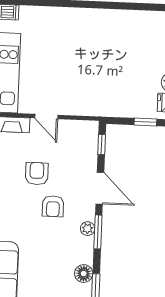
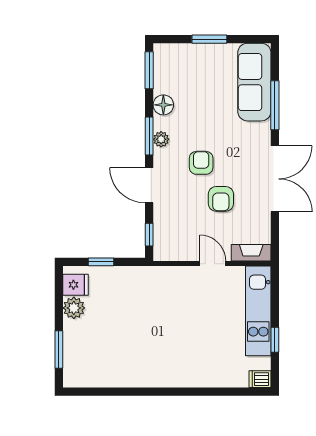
floor lamp: (84, 274) -> (163, 105), moved

